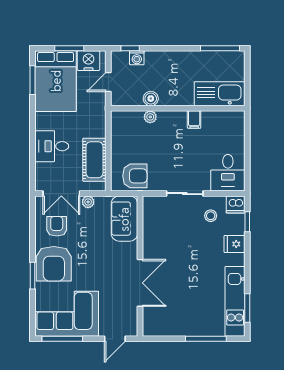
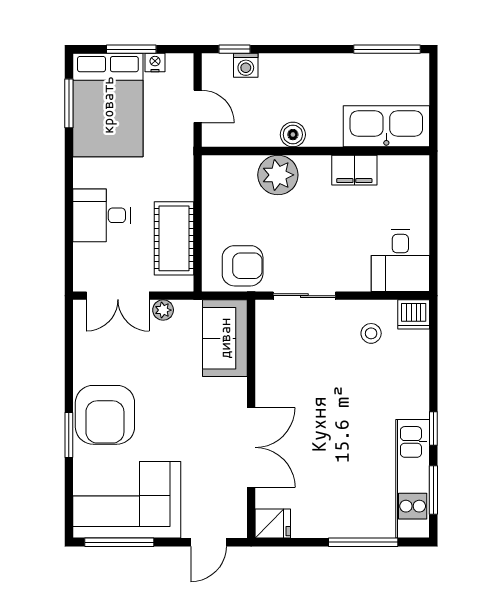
nightstand: (89, 61) -> (155, 63), width x0.53, depth x0.56
door: (108, 82) -> (198, 106), swing flipped
boiler: (151, 99) -> (293, 135), moved
plant: (150, 117) -> (278, 175), width x1.88, depth x1.88
filing cabinet: (194, 119) -> (354, 170), width x2.00
sliding door: (185, 194) -> (304, 296), moved
window: (247, 222) -> (433, 428), moved
armchair: (57, 226) -> (110, 351), removed
fridge: (235, 244) -> (273, 523), moved, turned 180

